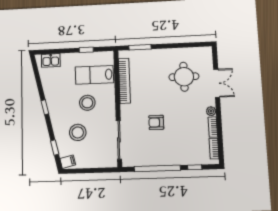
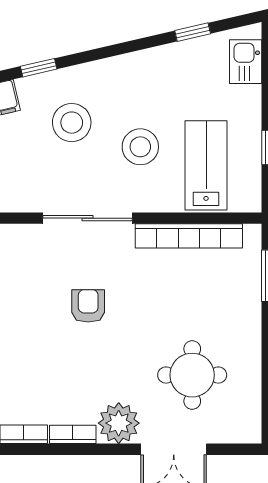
window: (45, 107) -> (193, 32), moved
plant: (211, 111) -> (119, 423), width x1.87, depth x1.87
sliding door: (119, 140) -> (87, 218), moved

